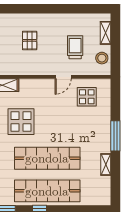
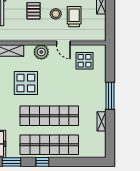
stool: (102, 58) -> (56, 14), moved
door: (63, 77) -> (63, 43), hinge flipped
plant: (38, 87) -> (41, 52), added

